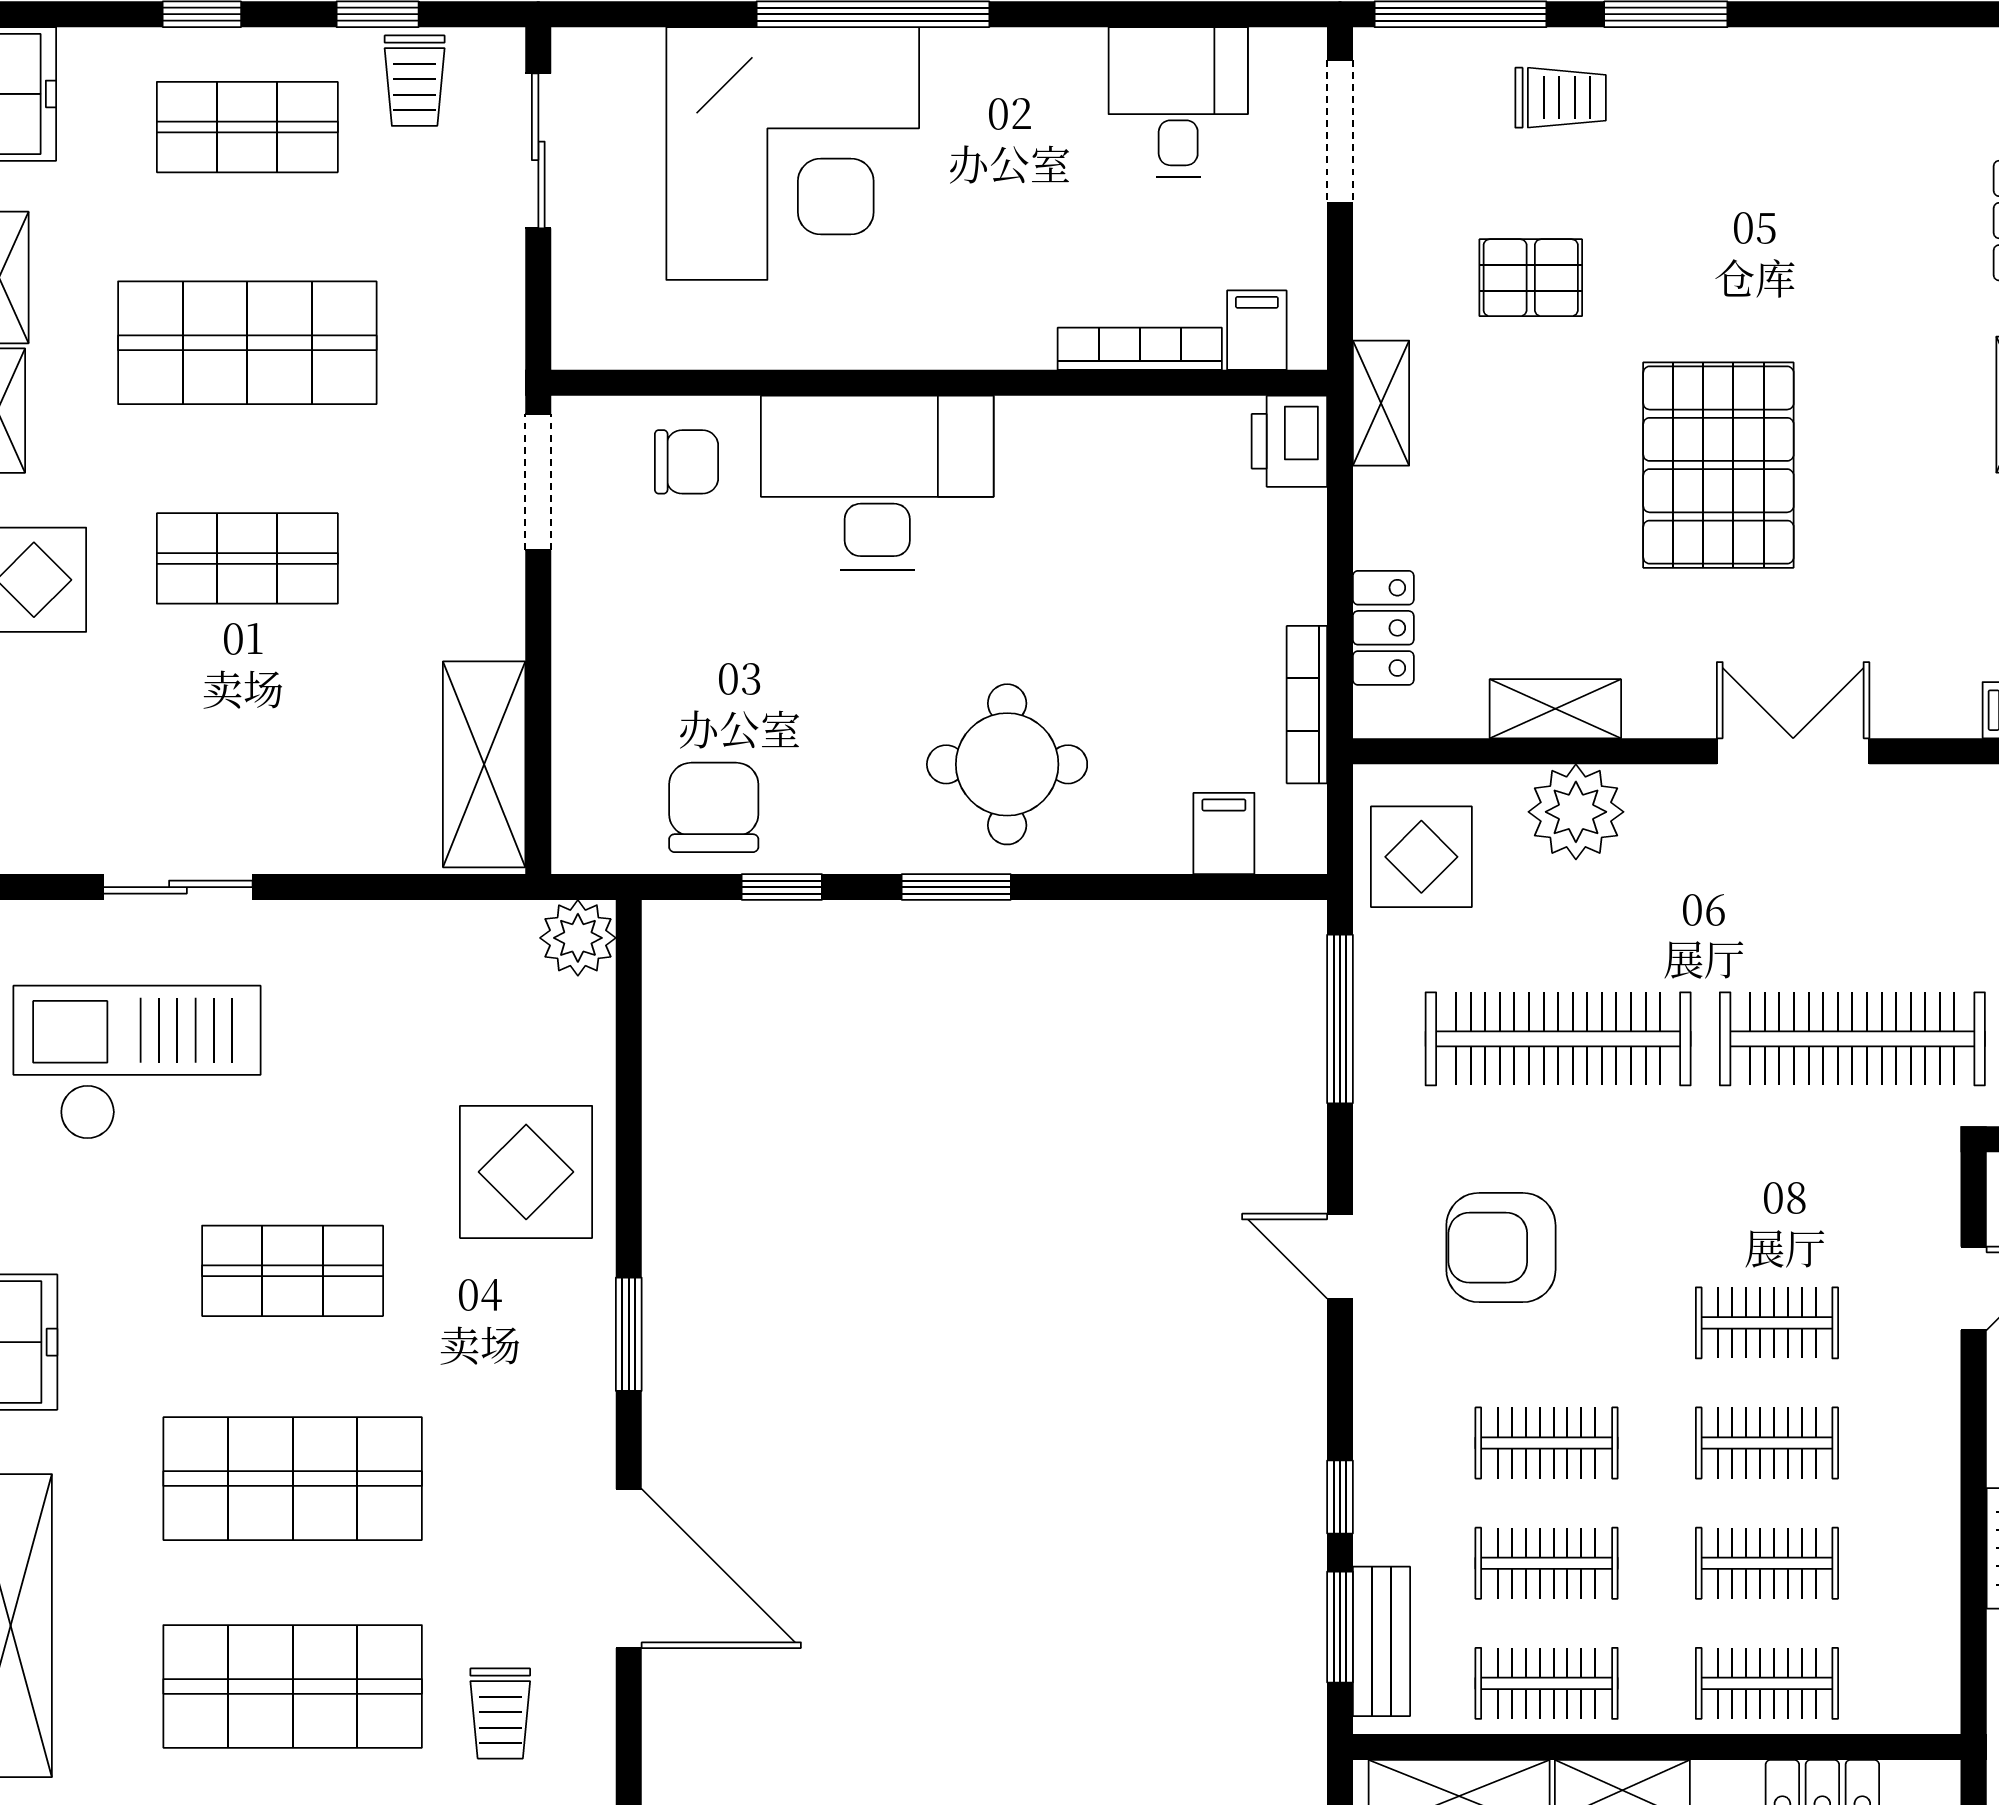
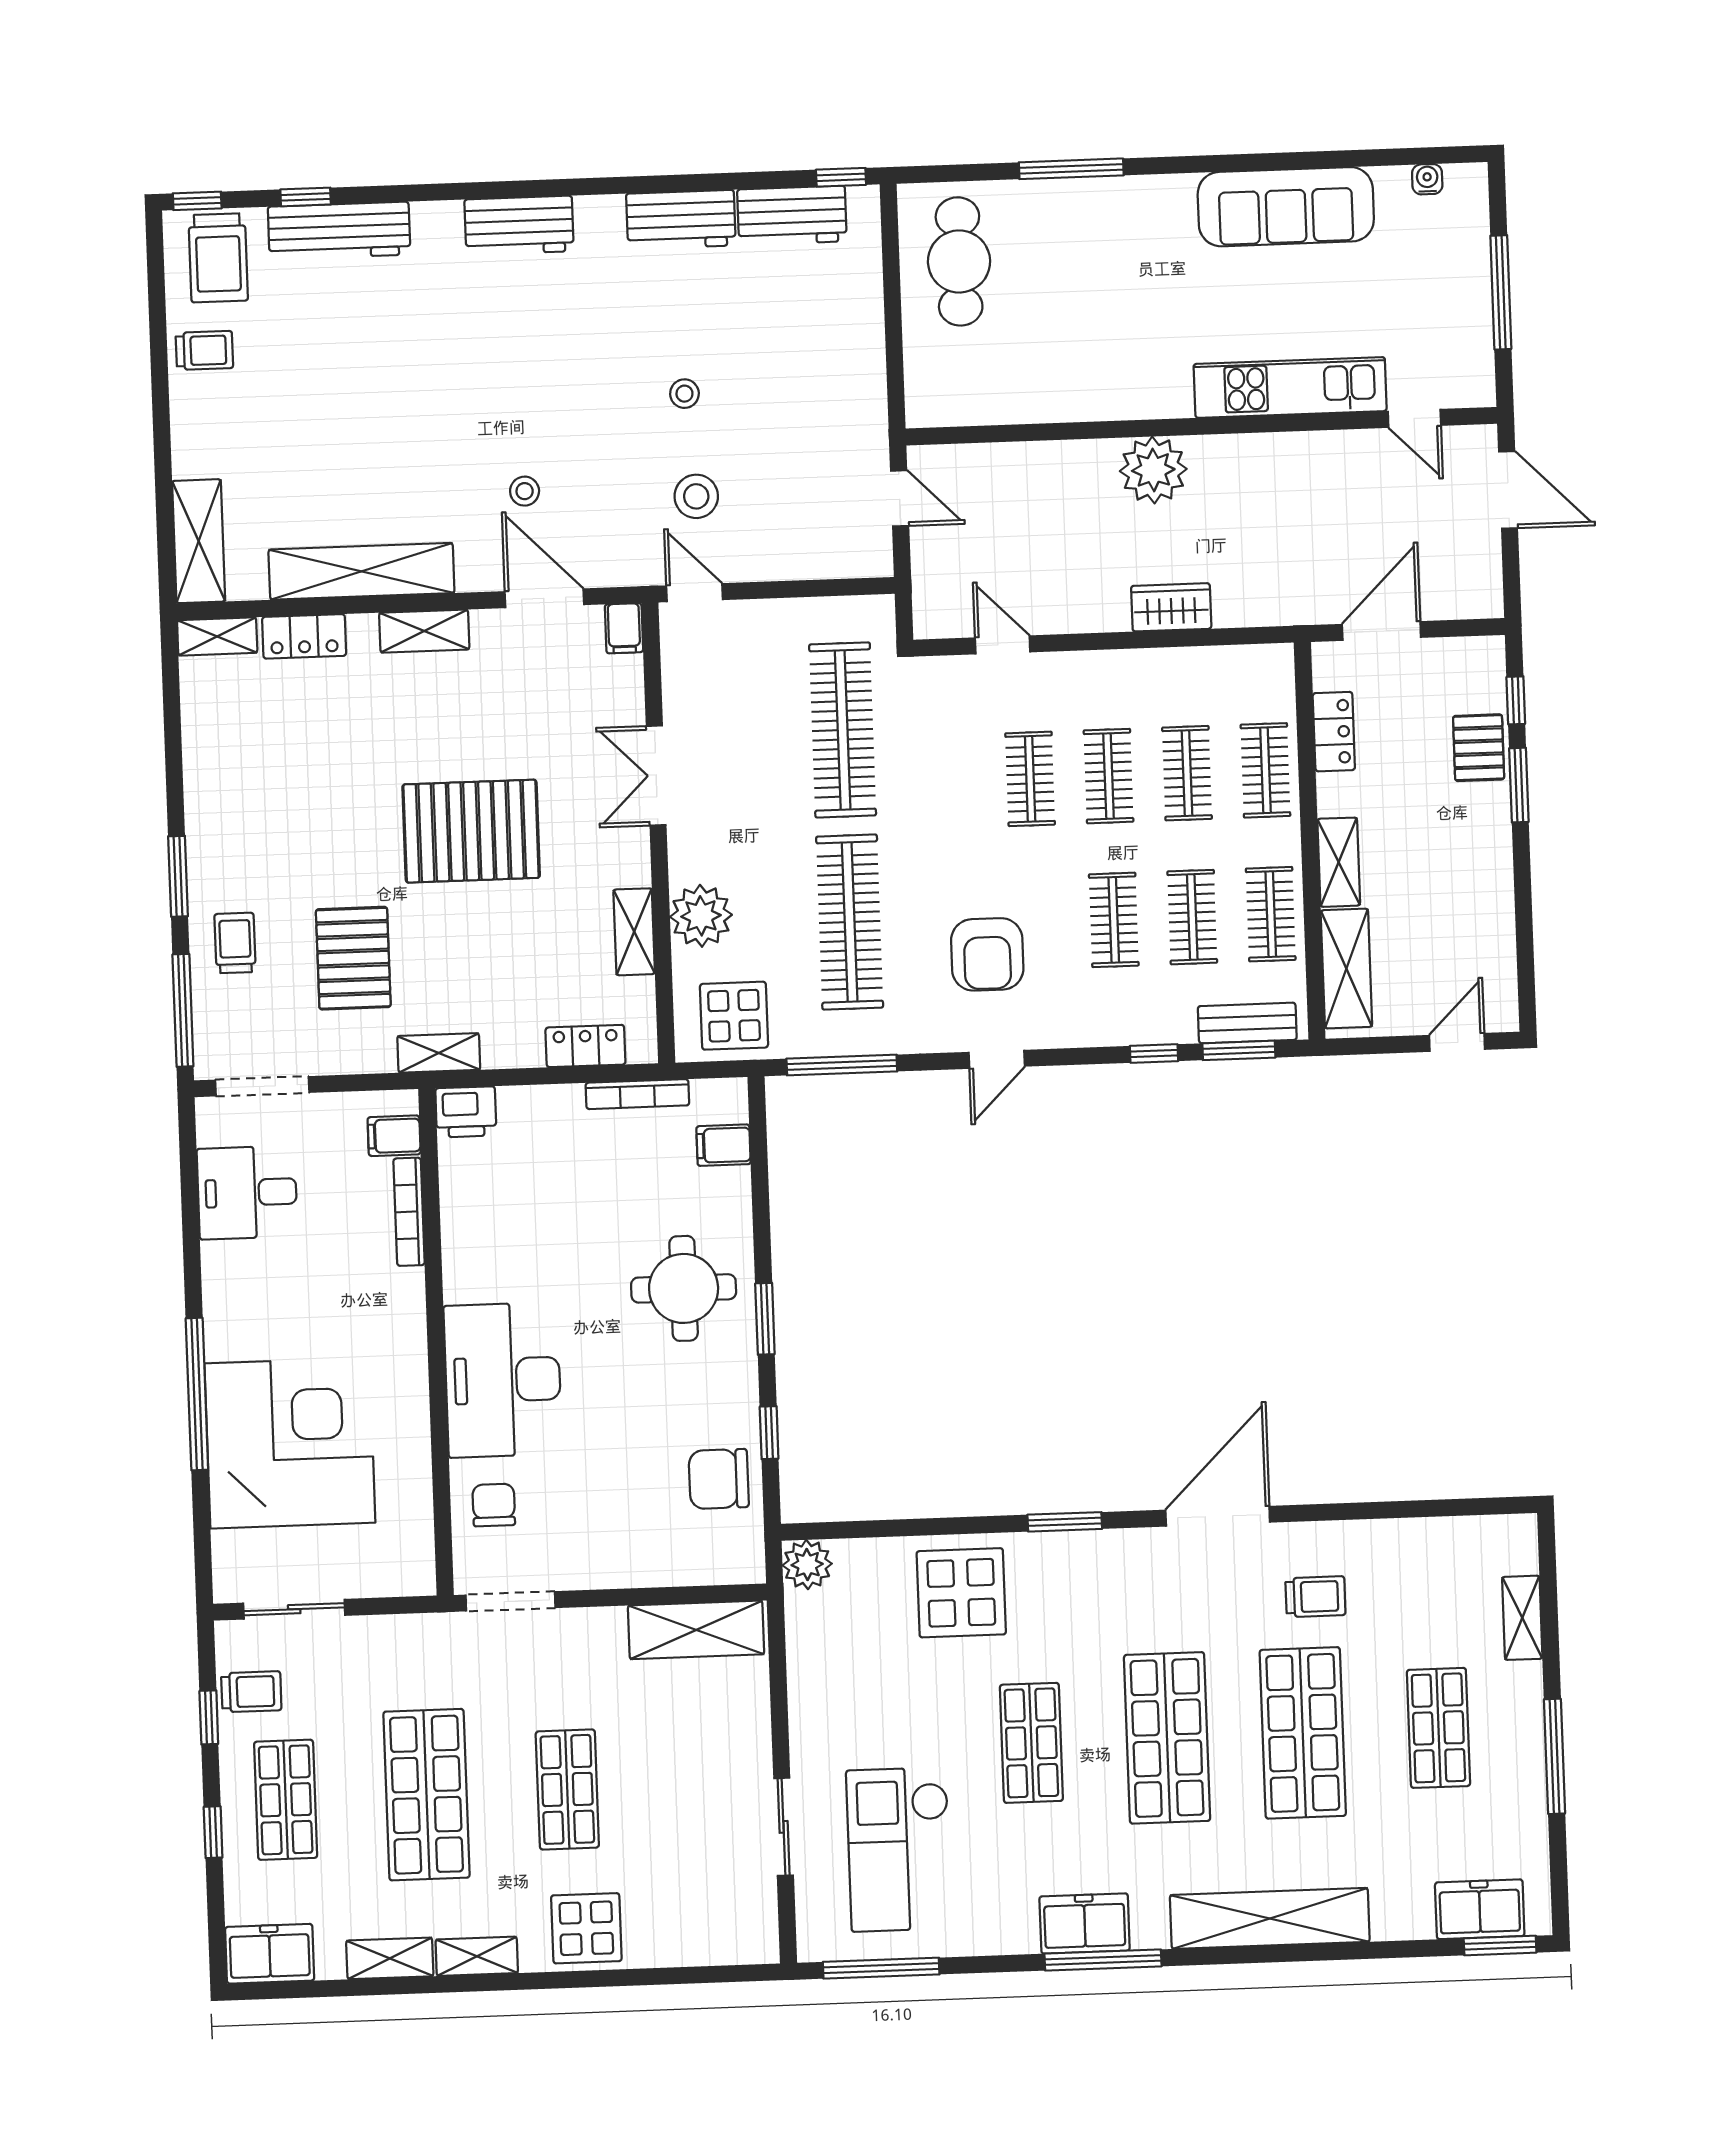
pallet: (1531, 278) -> (353, 958), width x1.50, depth x1.42

